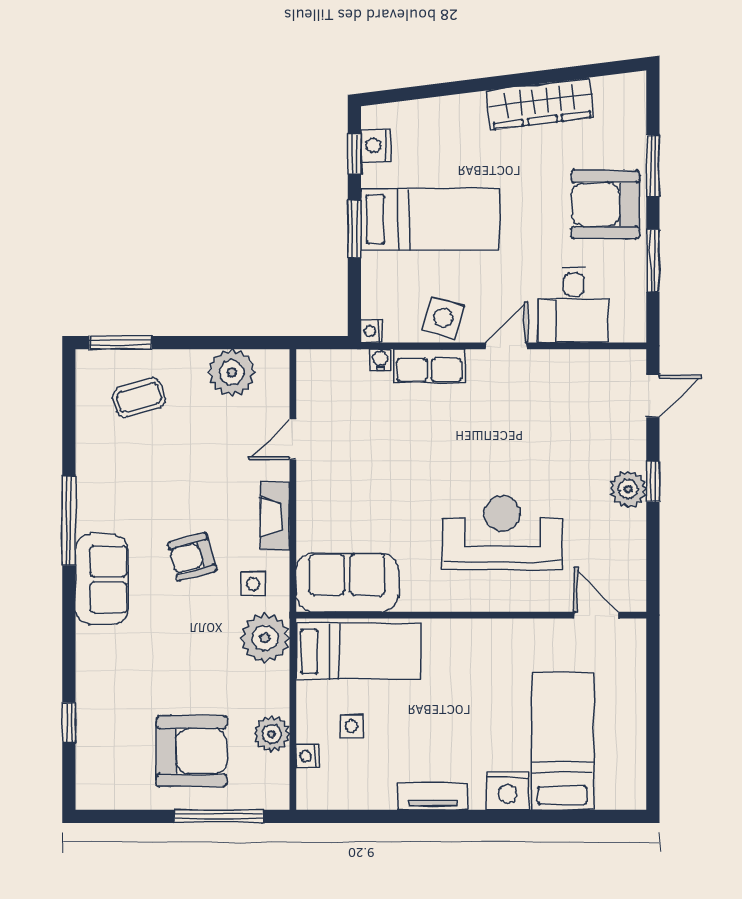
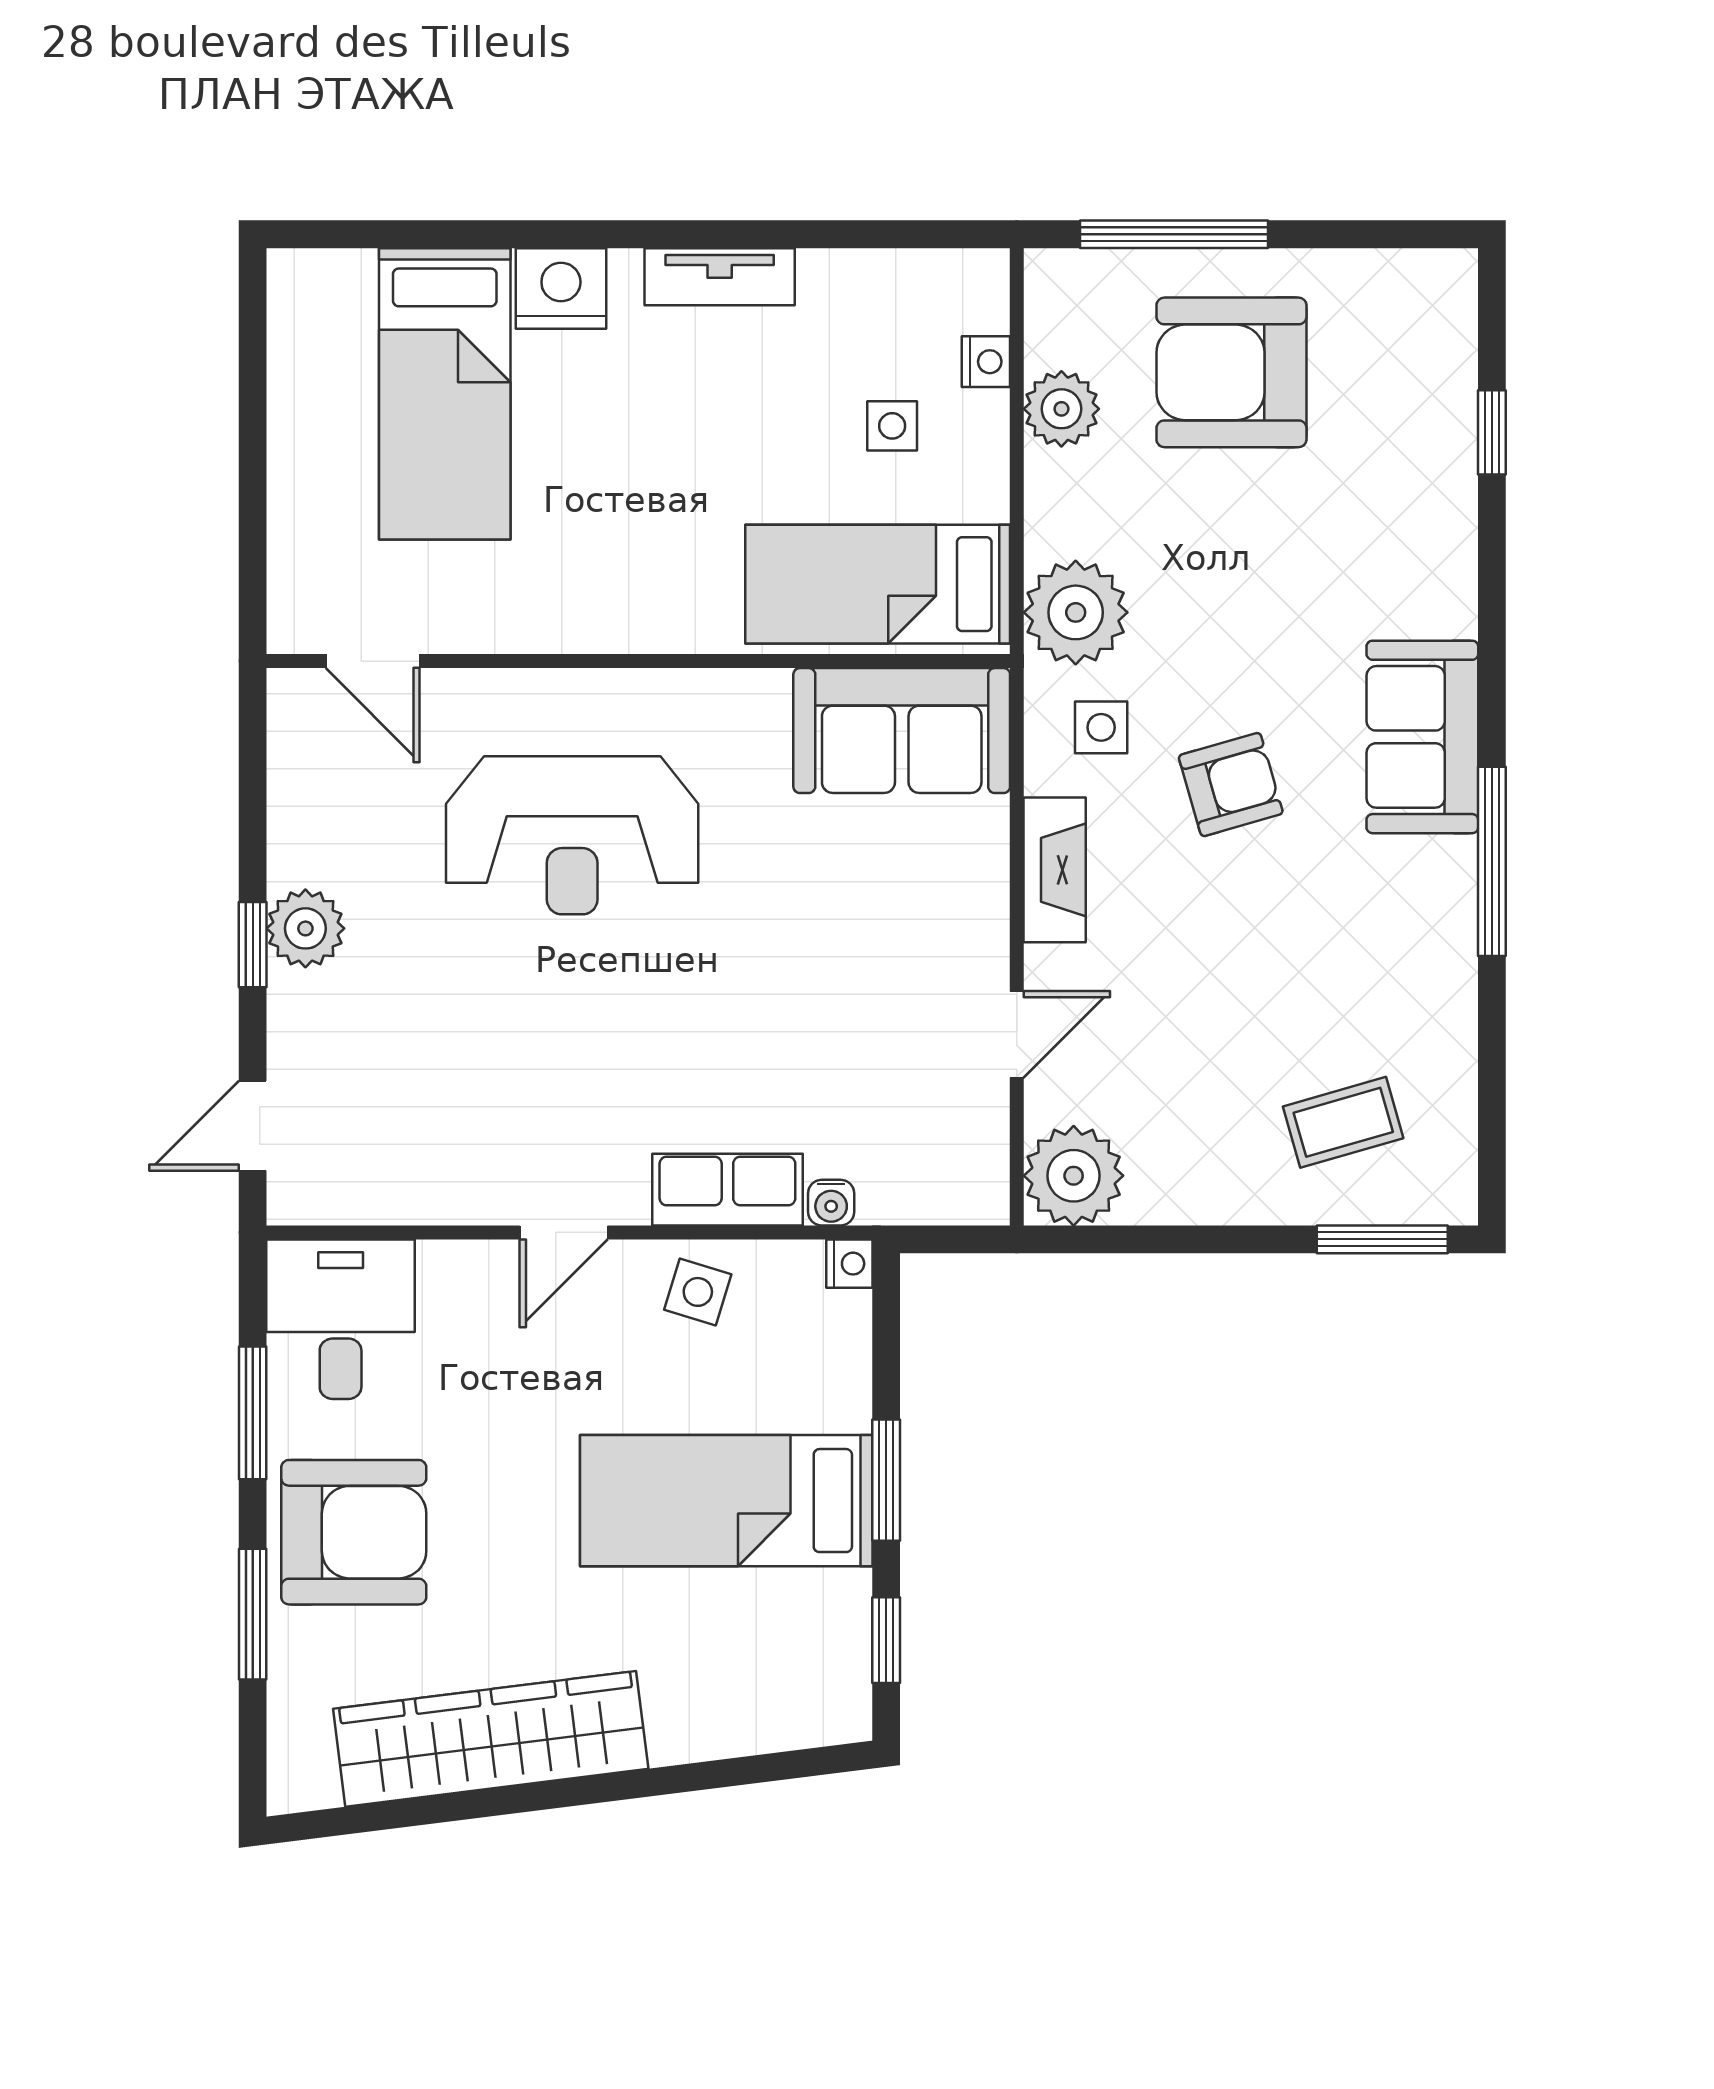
wardrobe: (540, 104) -> (491, 1739), width x1.40, depth x1.17
nightstand: (376, 146) -> (841, 1657), removed
desk: (574, 305) -> (341, 1319), moved
side table: (443, 318) -> (698, 1292), width x0.73, depth x0.73
plant: (232, 373) -> (1074, 1176), moved

